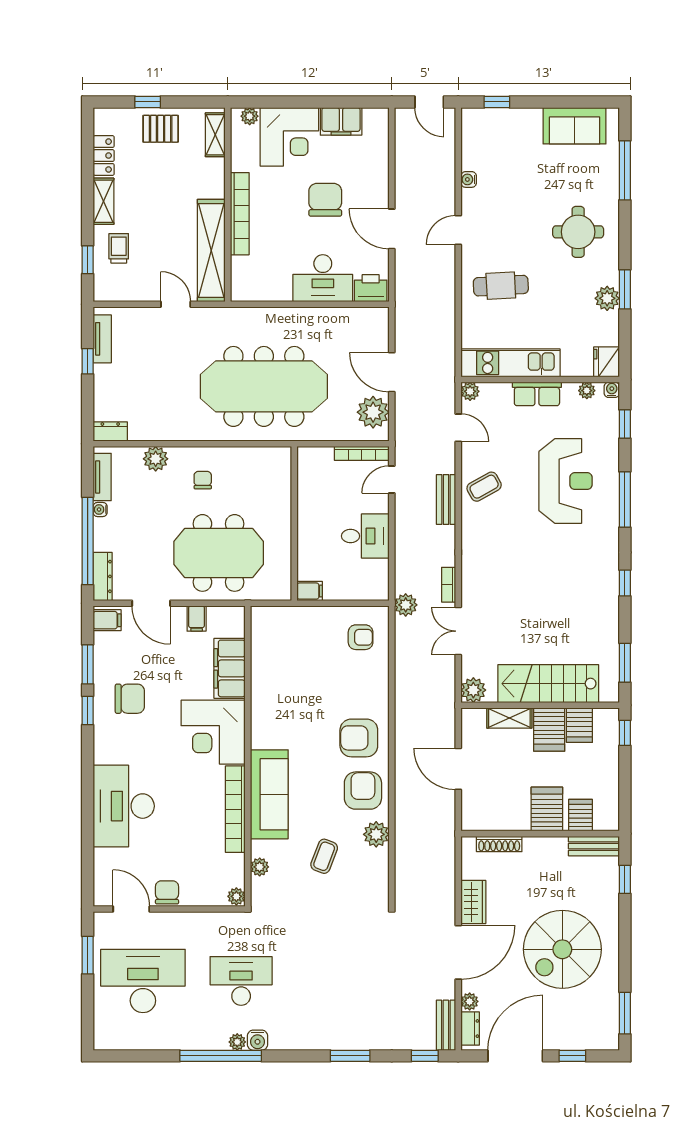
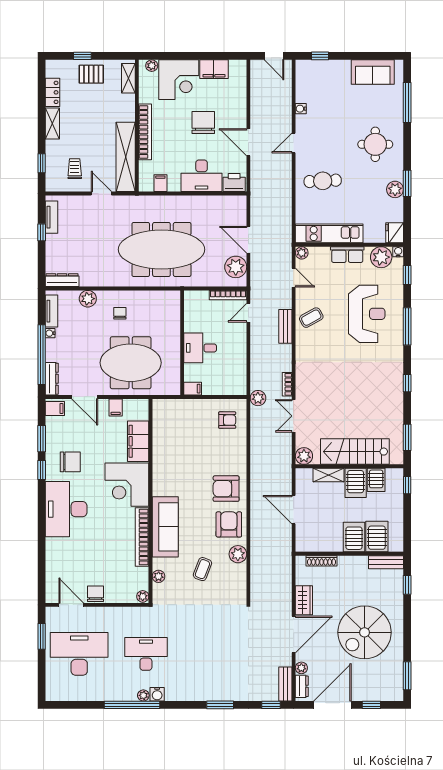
trolley: (119, 248) -> (75, 169), moved
filing cabinet: (262, 289) -> (160, 183), added
plant: (587, 391) -> (381, 257), width x1.88, depth x1.88
dresser: (110, 431) -> (62, 280), width x1.44
desk: (365, 536) -> (200, 348), moved, turned 180
desk: (124, 806) -> (66, 509), moved
server rack: (580, 815) -> (377, 536), width x1.36, depth x1.44

